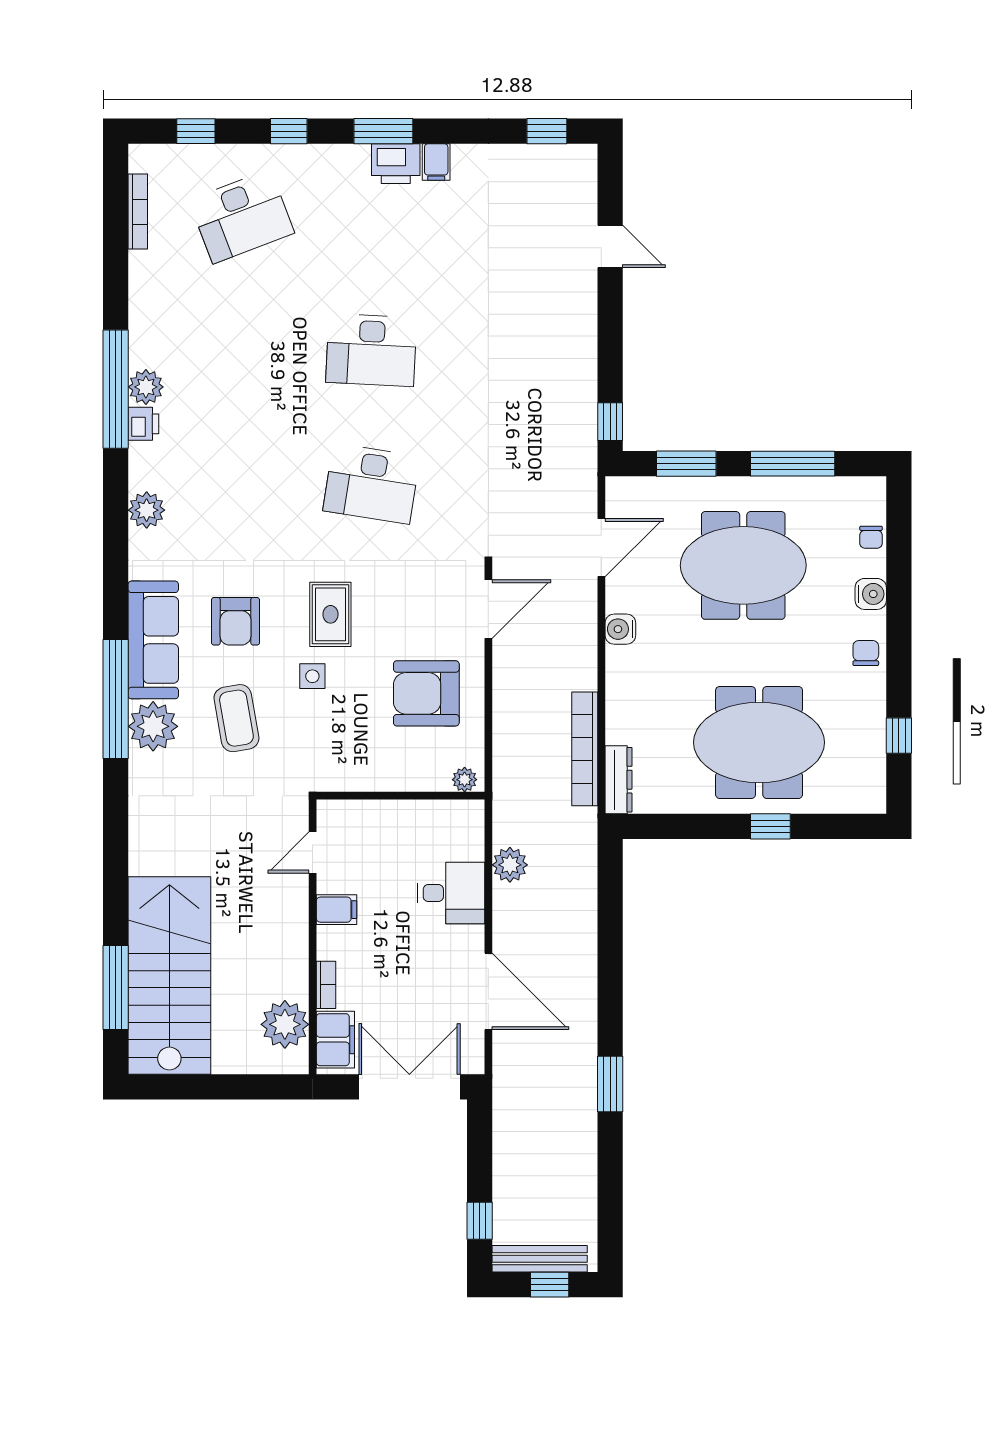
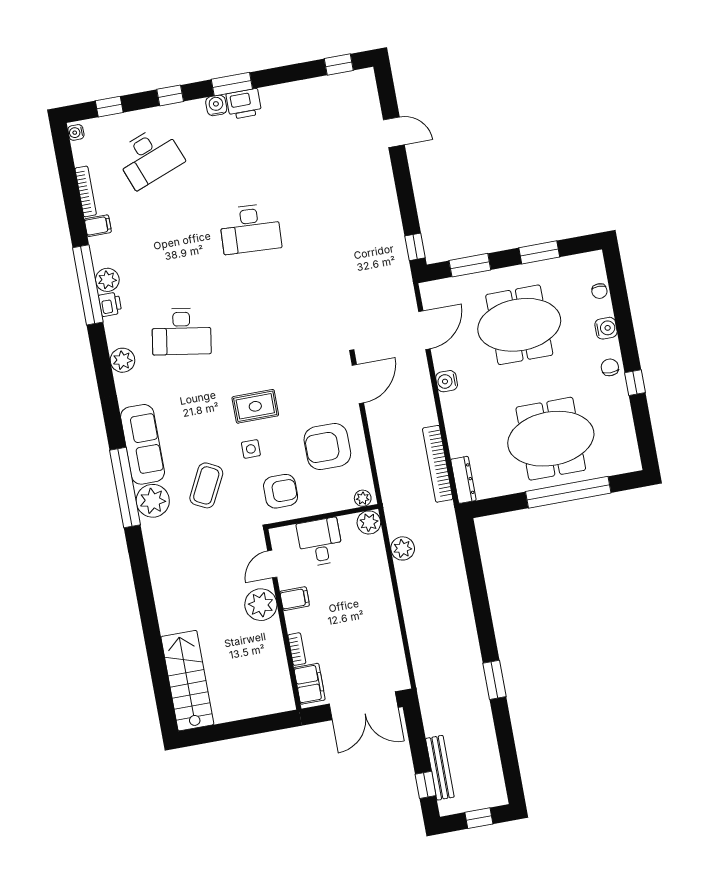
water cooler: (354, 158) -> (216, 105), added
water cooler: (139, 160) -> (76, 132), added
filing cabinet: (436, 162) -> (98, 226), moved, turned -90
bookcase: (138, 212) -> (86, 191), moved
window: (793, 464) -> (539, 252), width x0.69
desk: (371, 484) -> (181, 332), moved
rug: (330, 614) -> (255, 406), turned 90
armchair: (235, 621) -> (281, 491), moved, turned -90
coffee table: (236, 718) -> (206, 485), turned 37
window: (899, 736) -> (635, 383), moved
plant: (467, 817) -> (369, 522), added
window: (770, 826) -> (568, 492), width x3.17
desk: (451, 893) -> (320, 542), moved, turned -90
stairs: (169, 975) -> (187, 681), width x0.73, depth x0.66
window: (116, 987) -> (160, 676), removed
door: (488, 991) -> (404, 634), removed
plant: (285, 1024) -> (261, 605), moved
double door: (409, 1087) -> (364, 706), swing flipped
bench: (540, 1259) -> (440, 768), moved, turned 90

